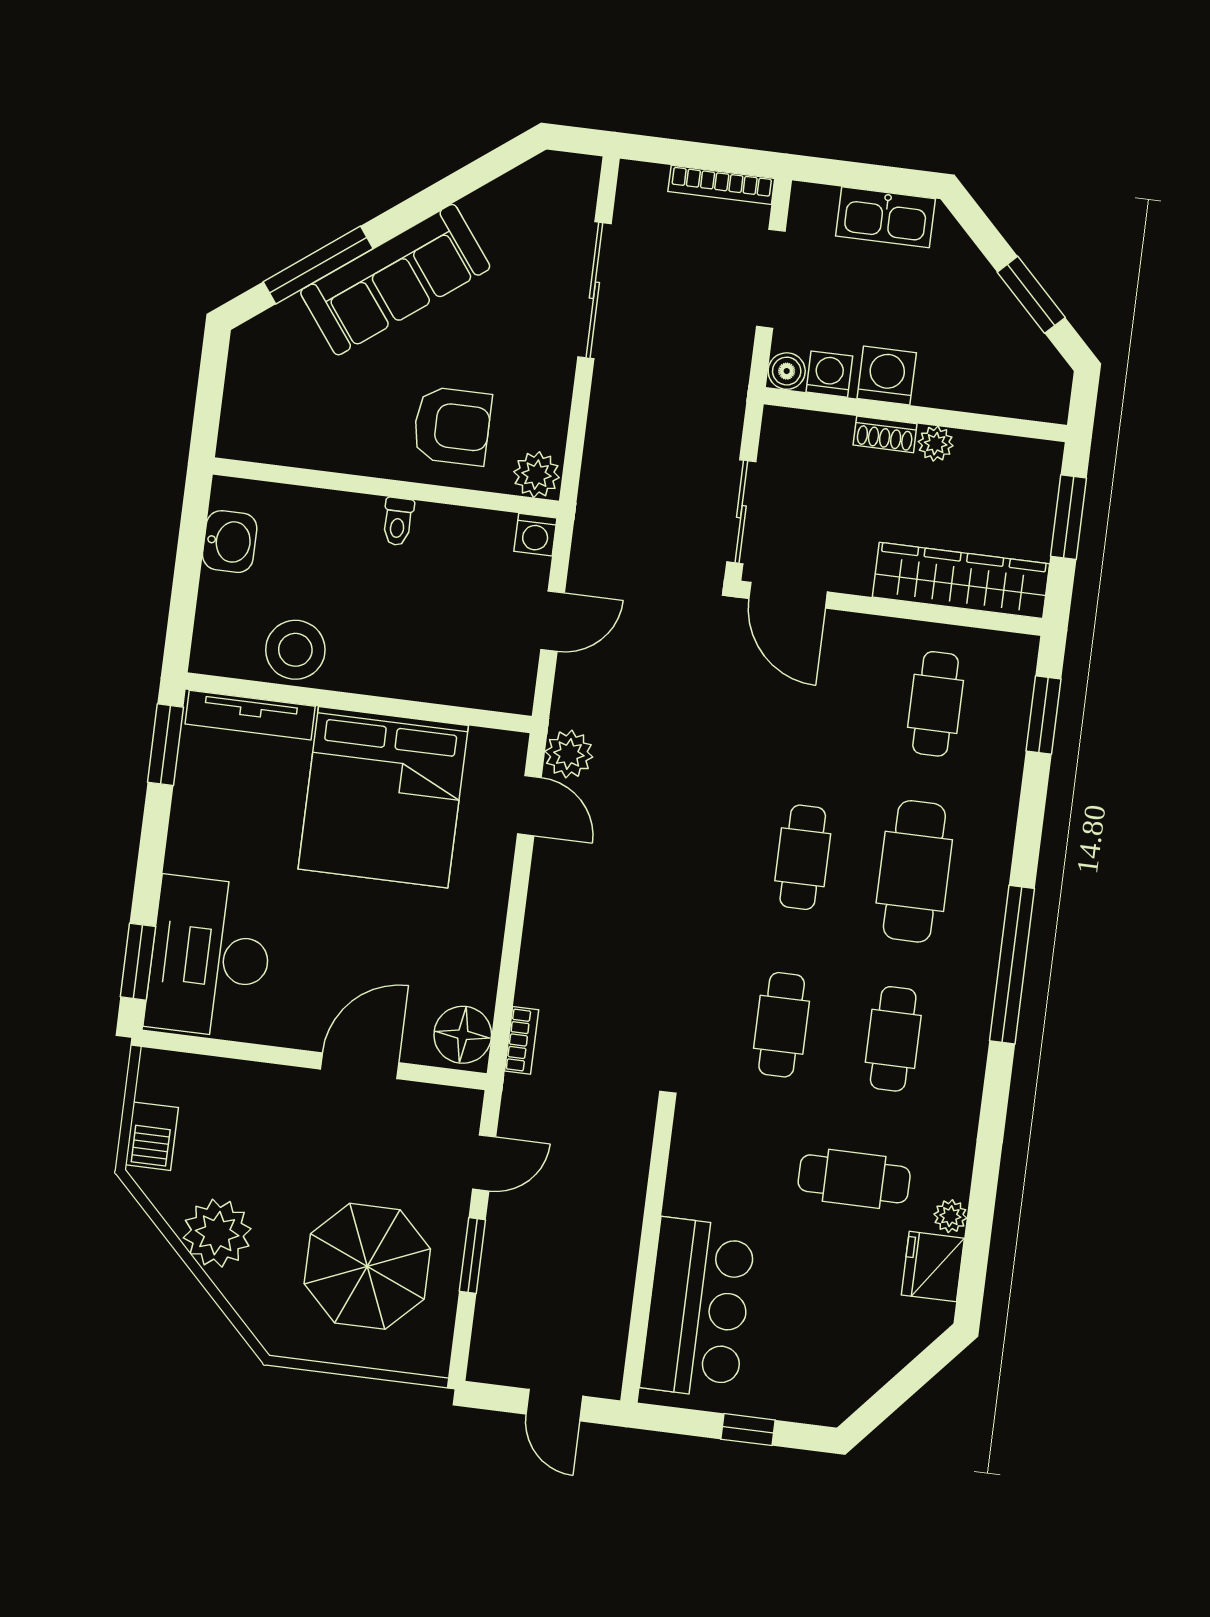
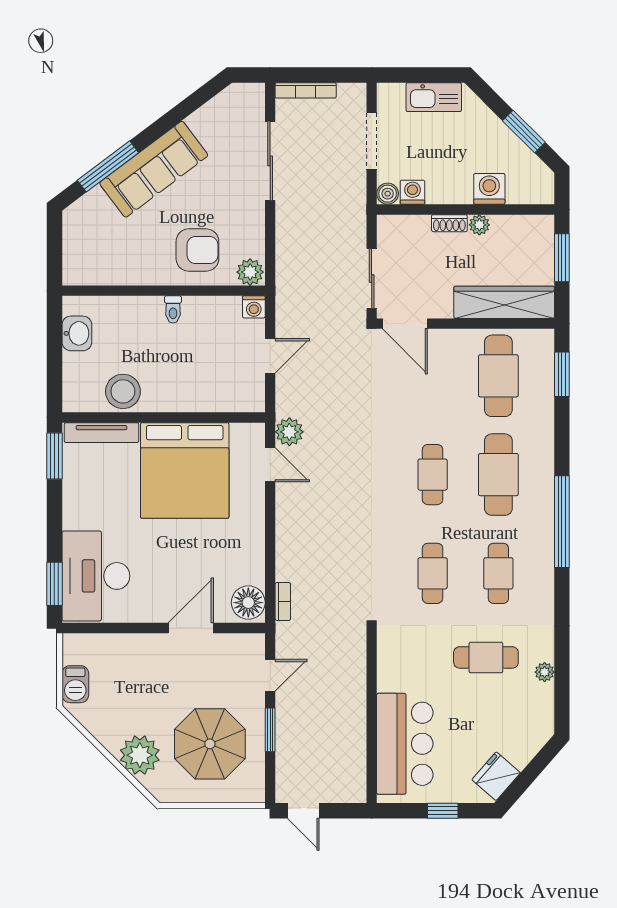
bookcase: (721, 185) -> (306, 90), moved
washing machine: (887, 376) -> (489, 189), moved
cafe table: (936, 704) -> (498, 376), width x1.37, depth x1.35
plant: (217, 1233) -> (140, 755), moved
fridge: (933, 1267) -> (496, 776), moved, turned 41
door: (554, 1405) -> (303, 811), moved

